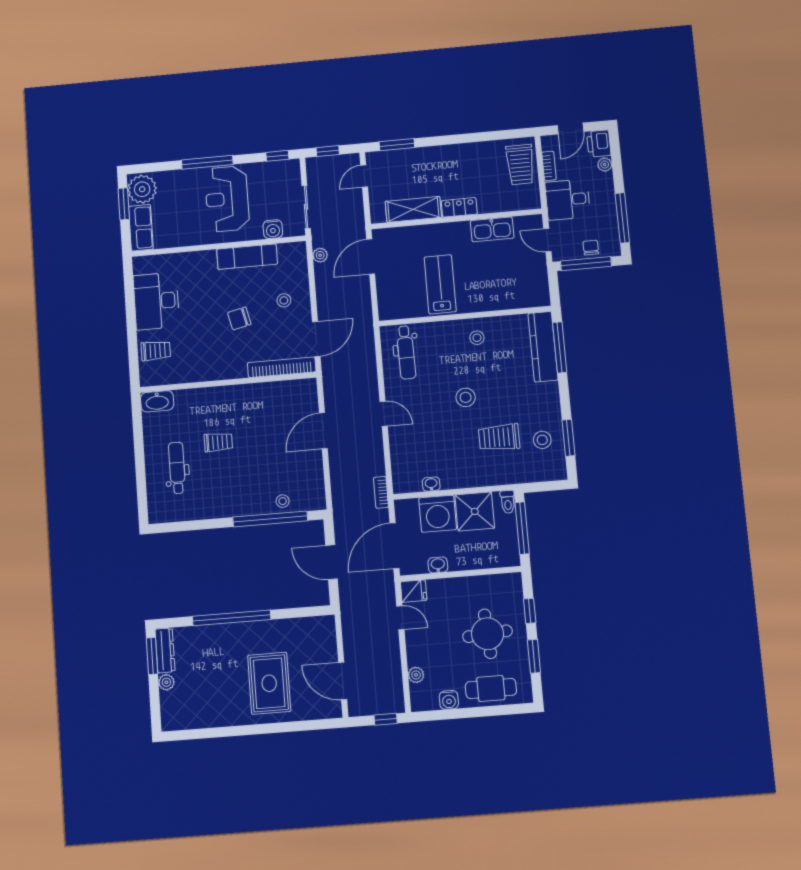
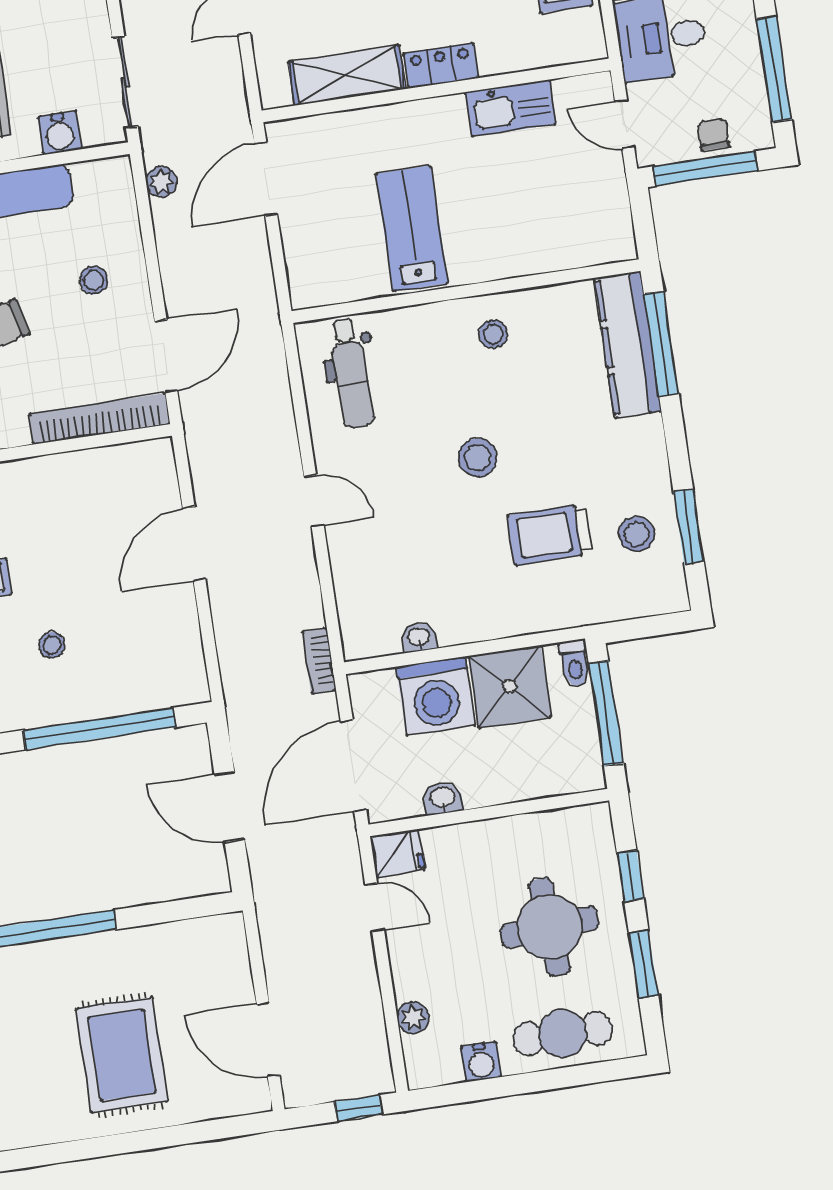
stool: (283, 501) -> (52, 645), moved

